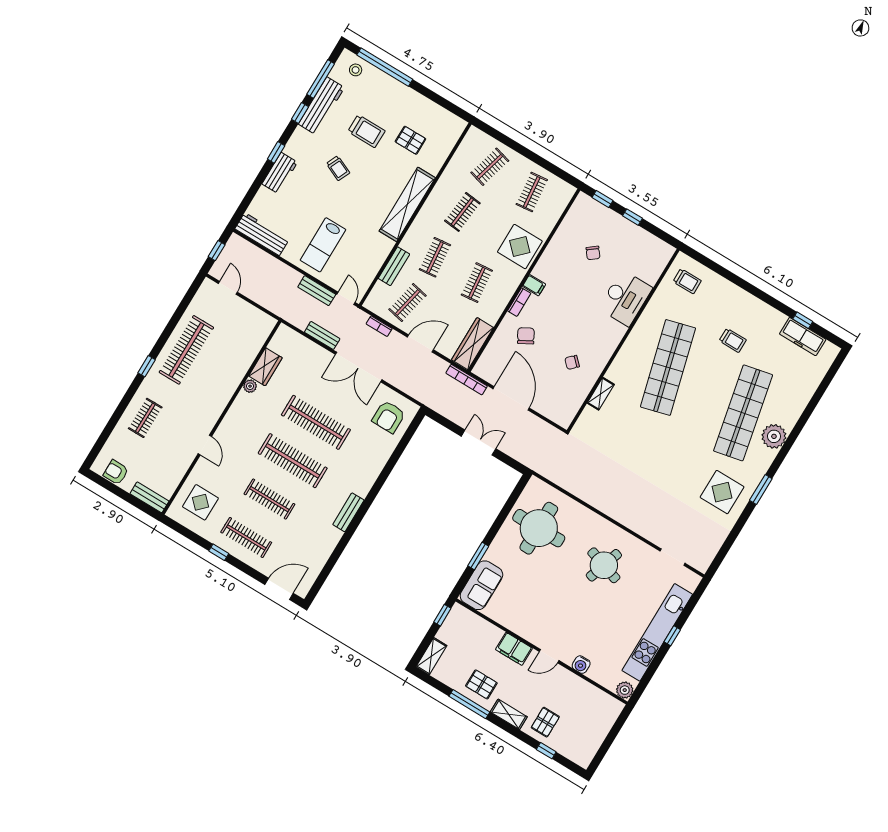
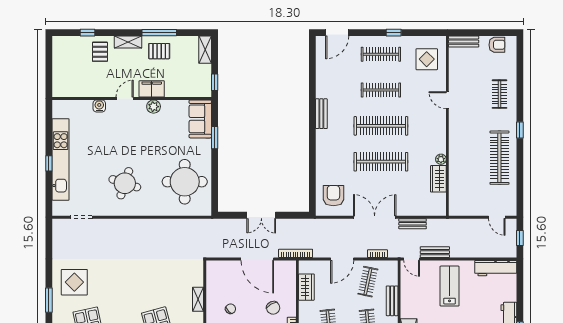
wardrobe: (473, 344) -> (306, 287), width x0.67
plant: (625, 690) -> (154, 107), moved

